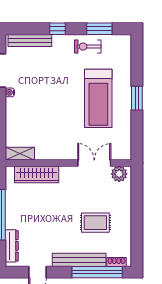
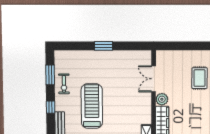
treadmill: (98, 98) -> (92, 106), moved, turned -90
plant: (119, 174) -> (162, 99), moved

